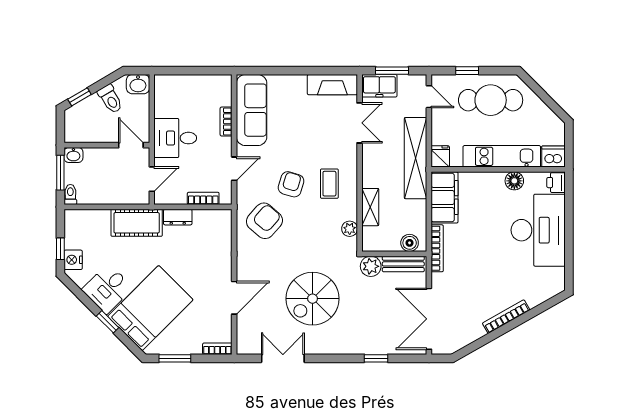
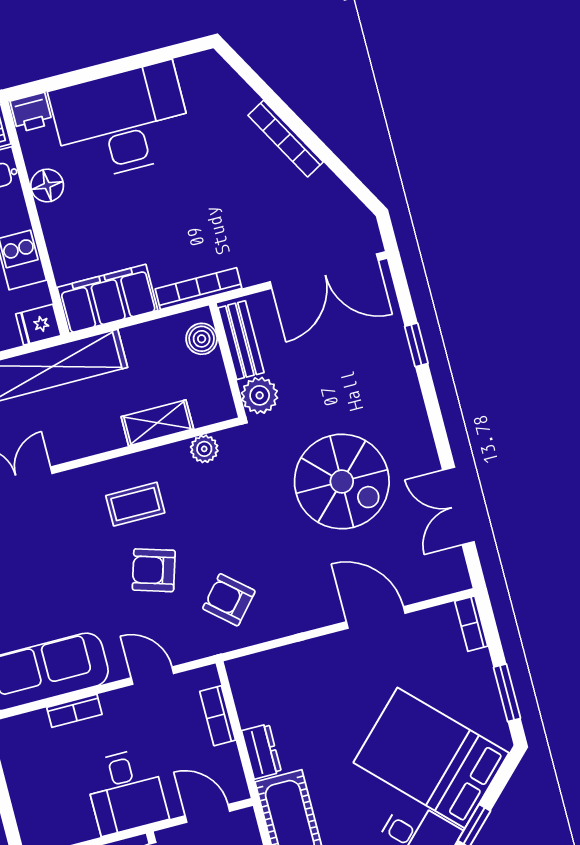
armchair: (264, 221) -> (229, 600), width x0.72, depth x0.72

